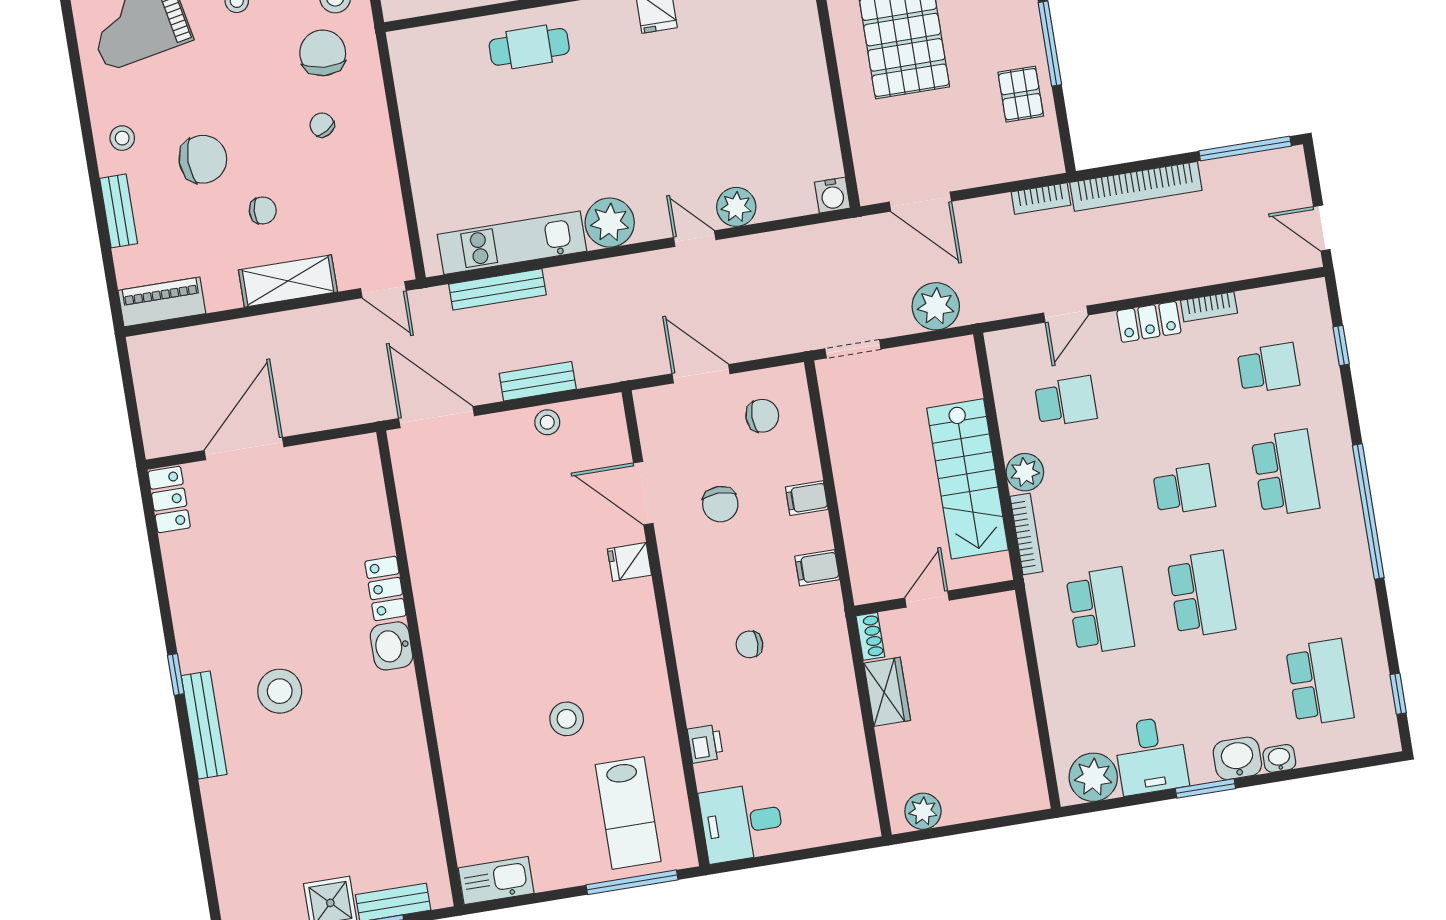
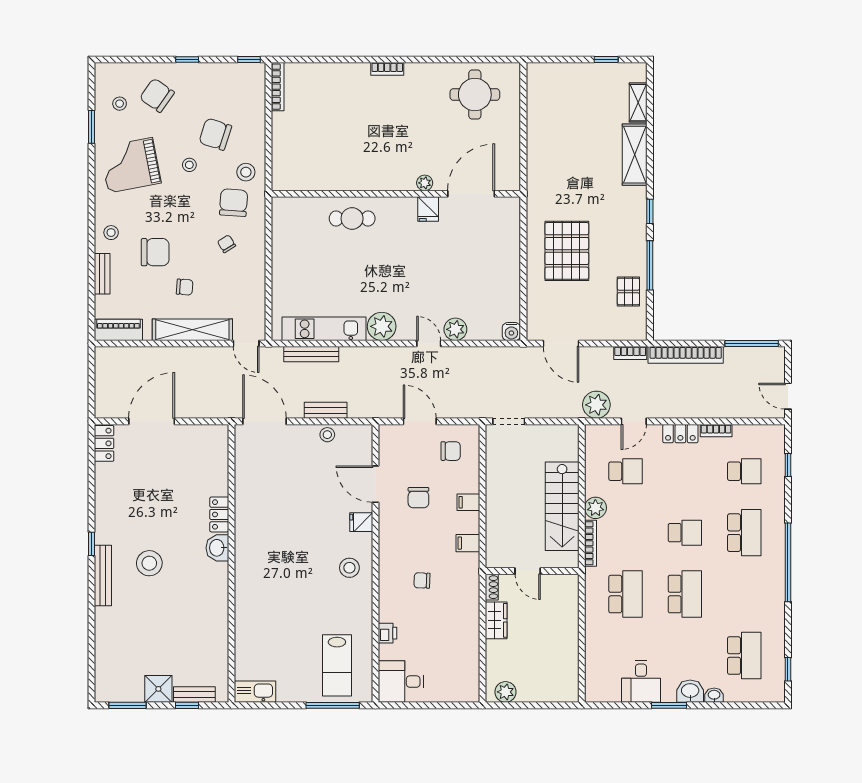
shelving: (288, 281) -> (192, 330), width x1.47
plant: (936, 306) -> (596, 405), moved
door: (927, 599) -> (528, 571), swing flipped
stool: (567, 719) -> (349, 568), moved
plant: (1093, 777) -> (606, 688), removed

